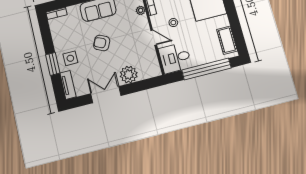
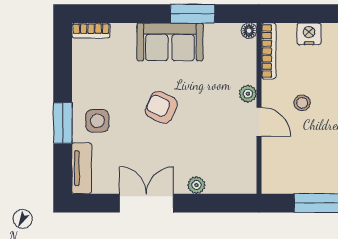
plant: (141, 10) -> (248, 94), moved
desk: (175, 58) -> (288, 169), removed
plant: (129, 75) -> (196, 185), width x0.53, depth x0.53

